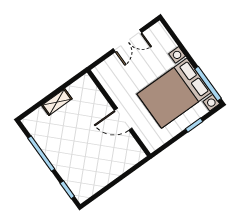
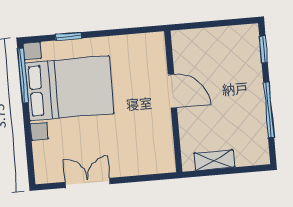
wall: (119, 113) -> (173, 101), moved
door: (123, 119) -> (172, 91), moved

